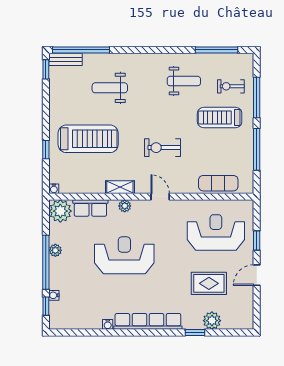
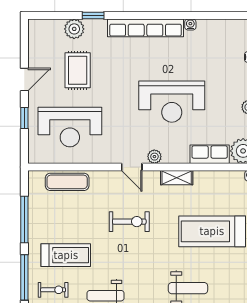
plant: (125, 206) -> (154, 157), moved
rug: (209, 283) -> (78, 70), turned 90

